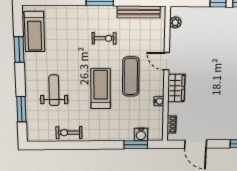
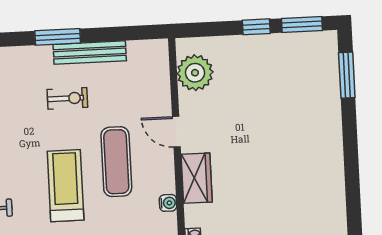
bench: (139, 12) -> (90, 53), moved
plant: (175, 23) -> (195, 73), width x1.88, depth x1.88

